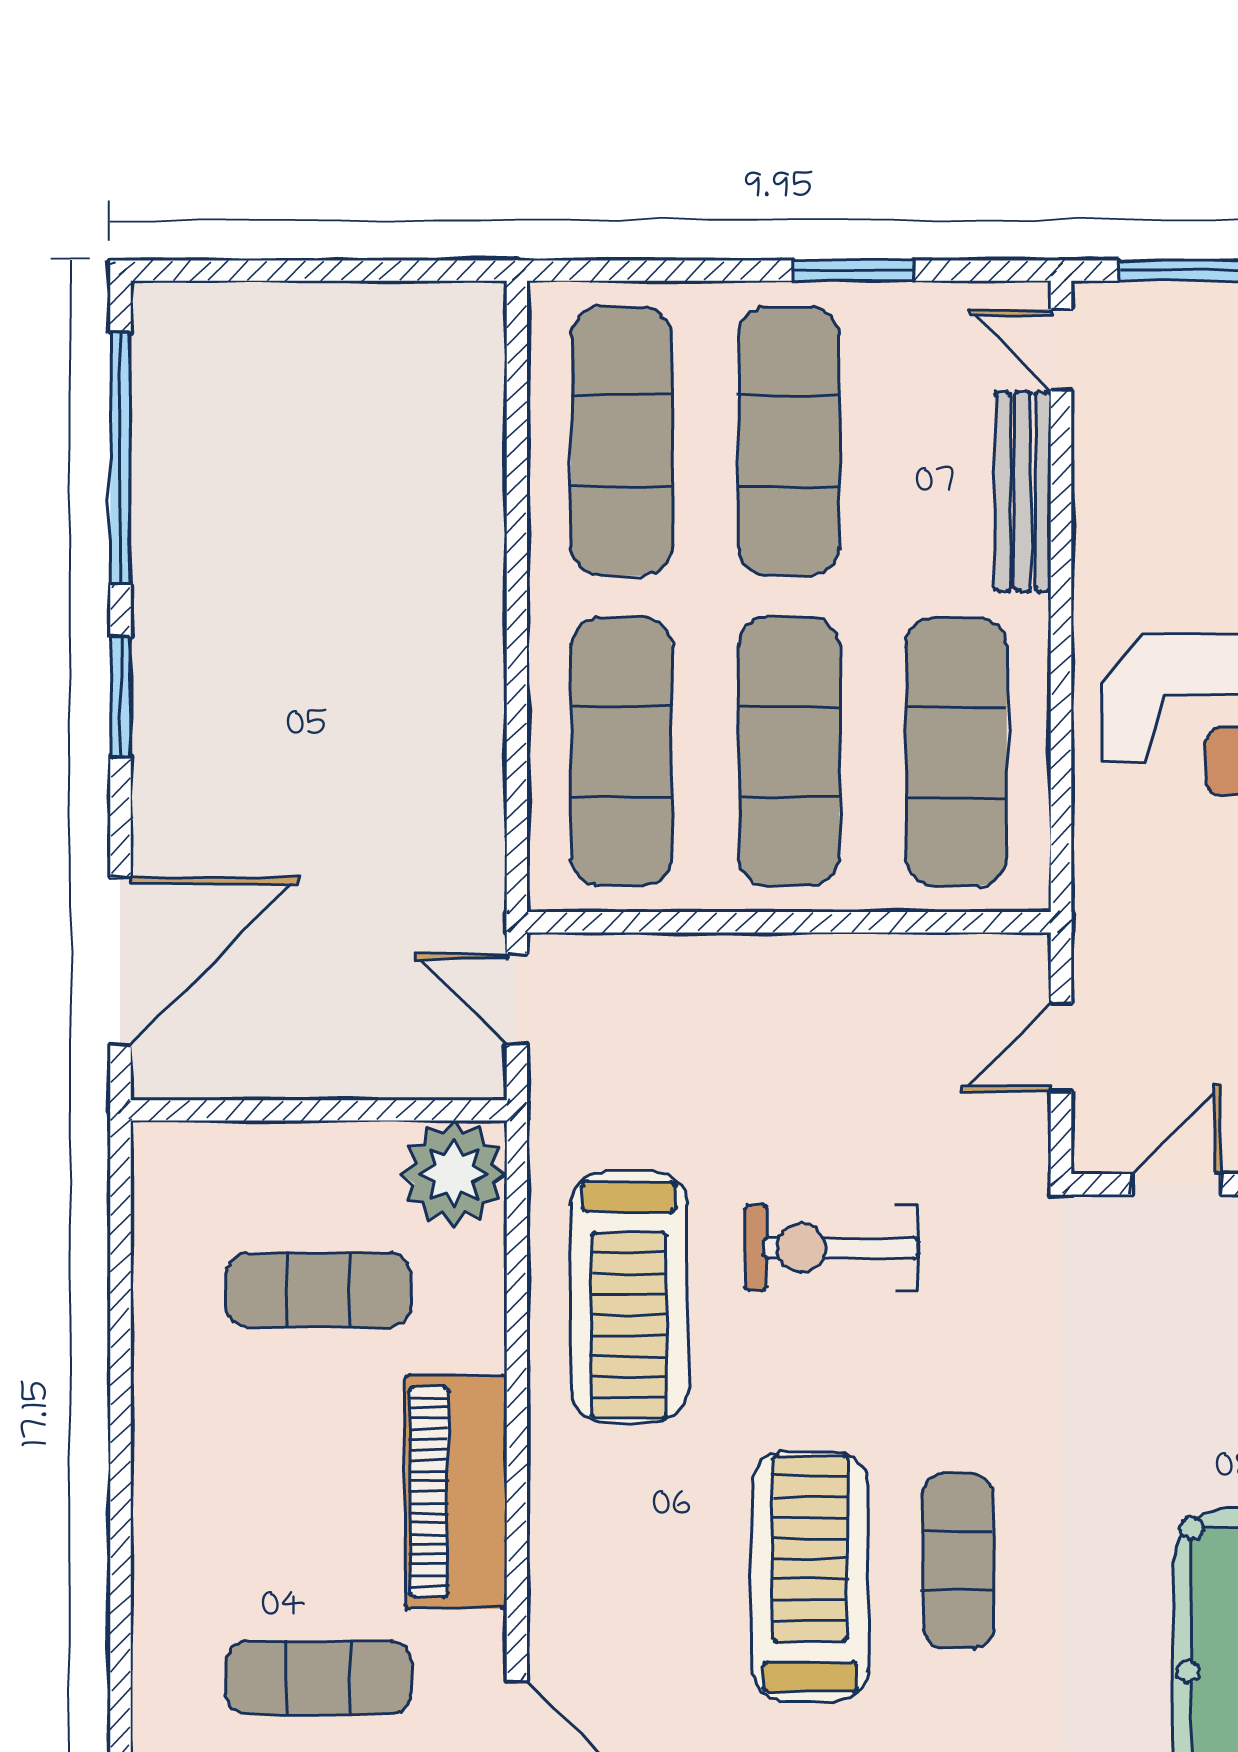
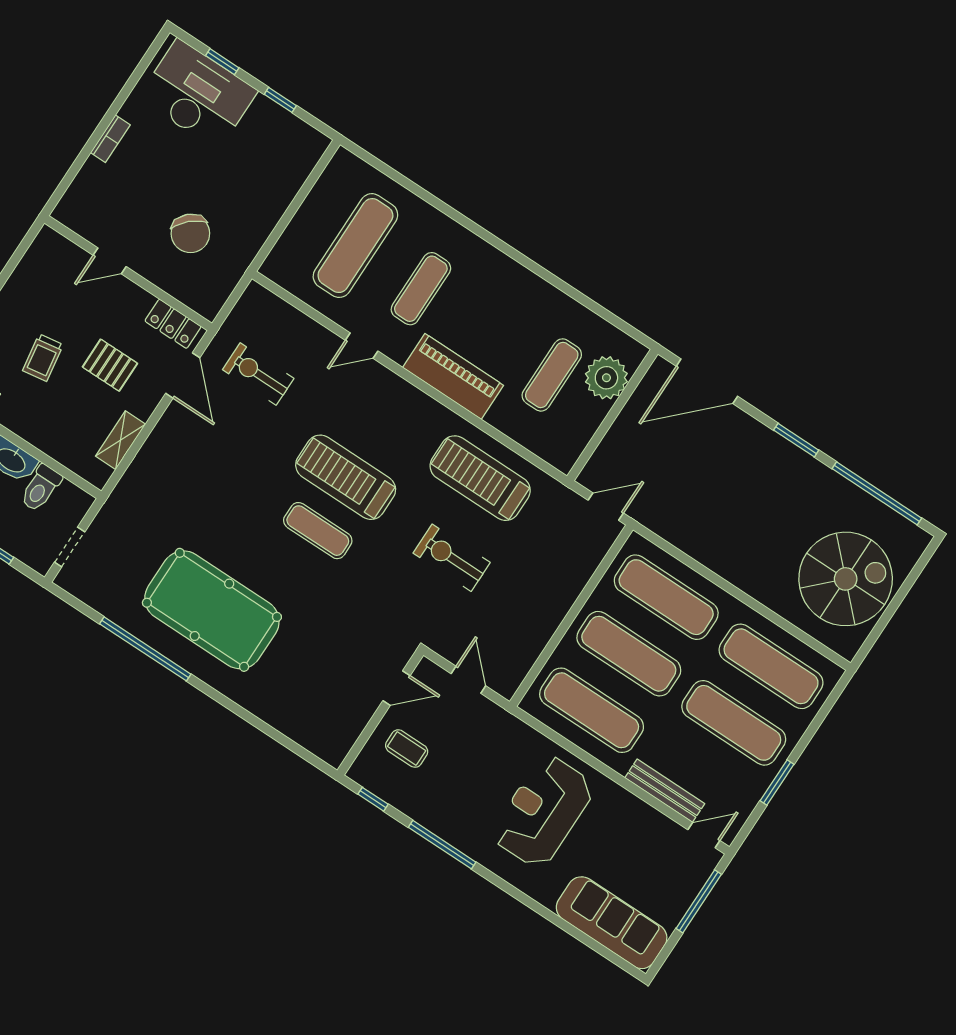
spiral stairs: (340, 406) -> (846, 579), added
door: (120, 961) -> (707, 381), hinge flipped
plant: (454, 1173) -> (606, 378), moved
door: (1176, 1184) -> (396, 688), hinge flipped
exercise bike: (832, 1248) -> (452, 558), turned -90
treadmill: (810, 1576) -> (346, 477), turned 180

